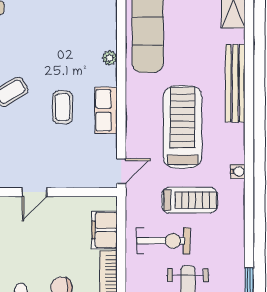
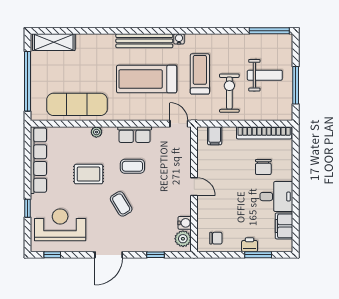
rug: (52, 47) -> (88, 174), added
bench: (235, 83) -> (144, 41), moved
filing cabinet: (104, 230) -> (215, 136), width x0.50

